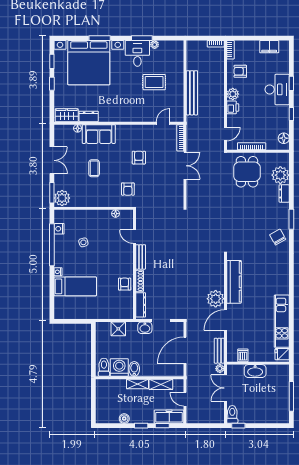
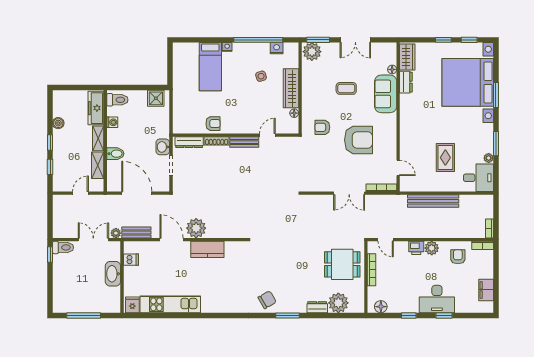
desk: (137, 53) -> (478, 178), moved
armchair: (139, 158) -> (359, 140), width x1.88, depth x1.88
wardrobe: (94, 216) -> (291, 88), added
kitchen counter: (234, 282) -> (207, 249), width x0.67
shower: (118, 329) -> (156, 98), moved
washing machine: (119, 367) -> (112, 122), width x0.53, depth x0.53
bidet: (134, 369) -> (115, 154), moved
freezer: (169, 417) -> (96, 108), moved, turned 180

